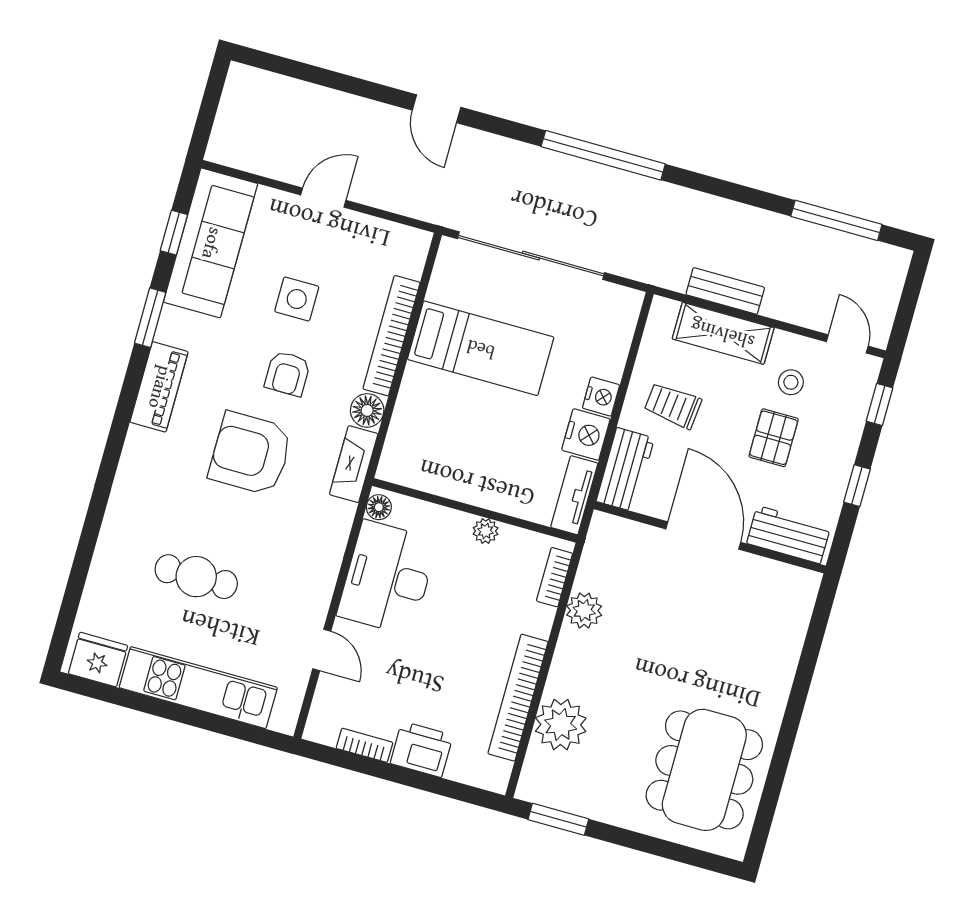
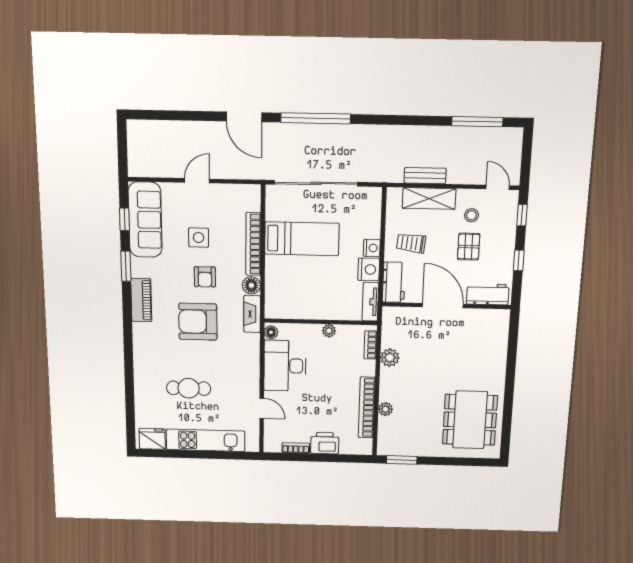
door: (437, 109) -> (244, 117), width x1.38
window: (603, 155) -> (316, 118), moved
plant: (561, 725) -> (386, 409), width x0.53, depth x0.53

